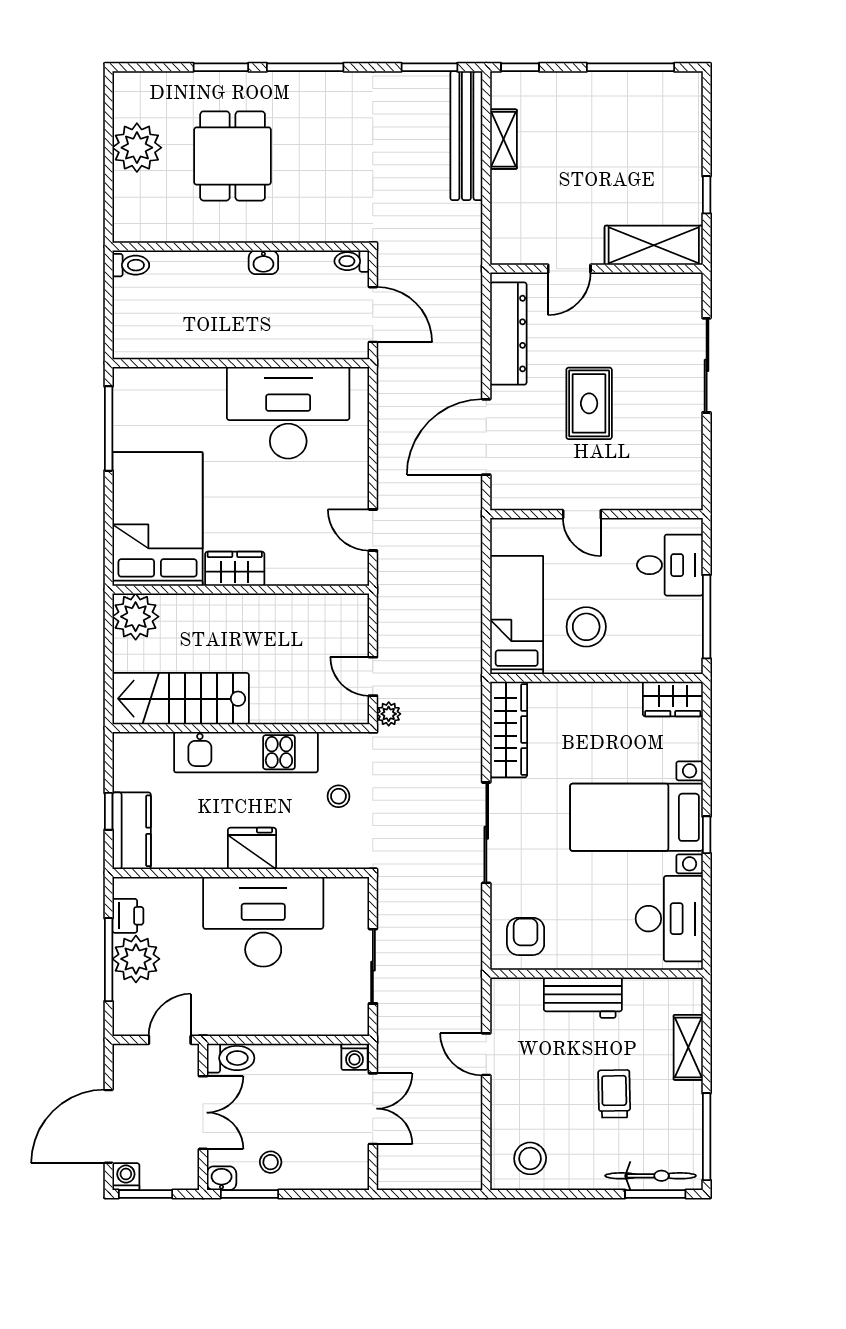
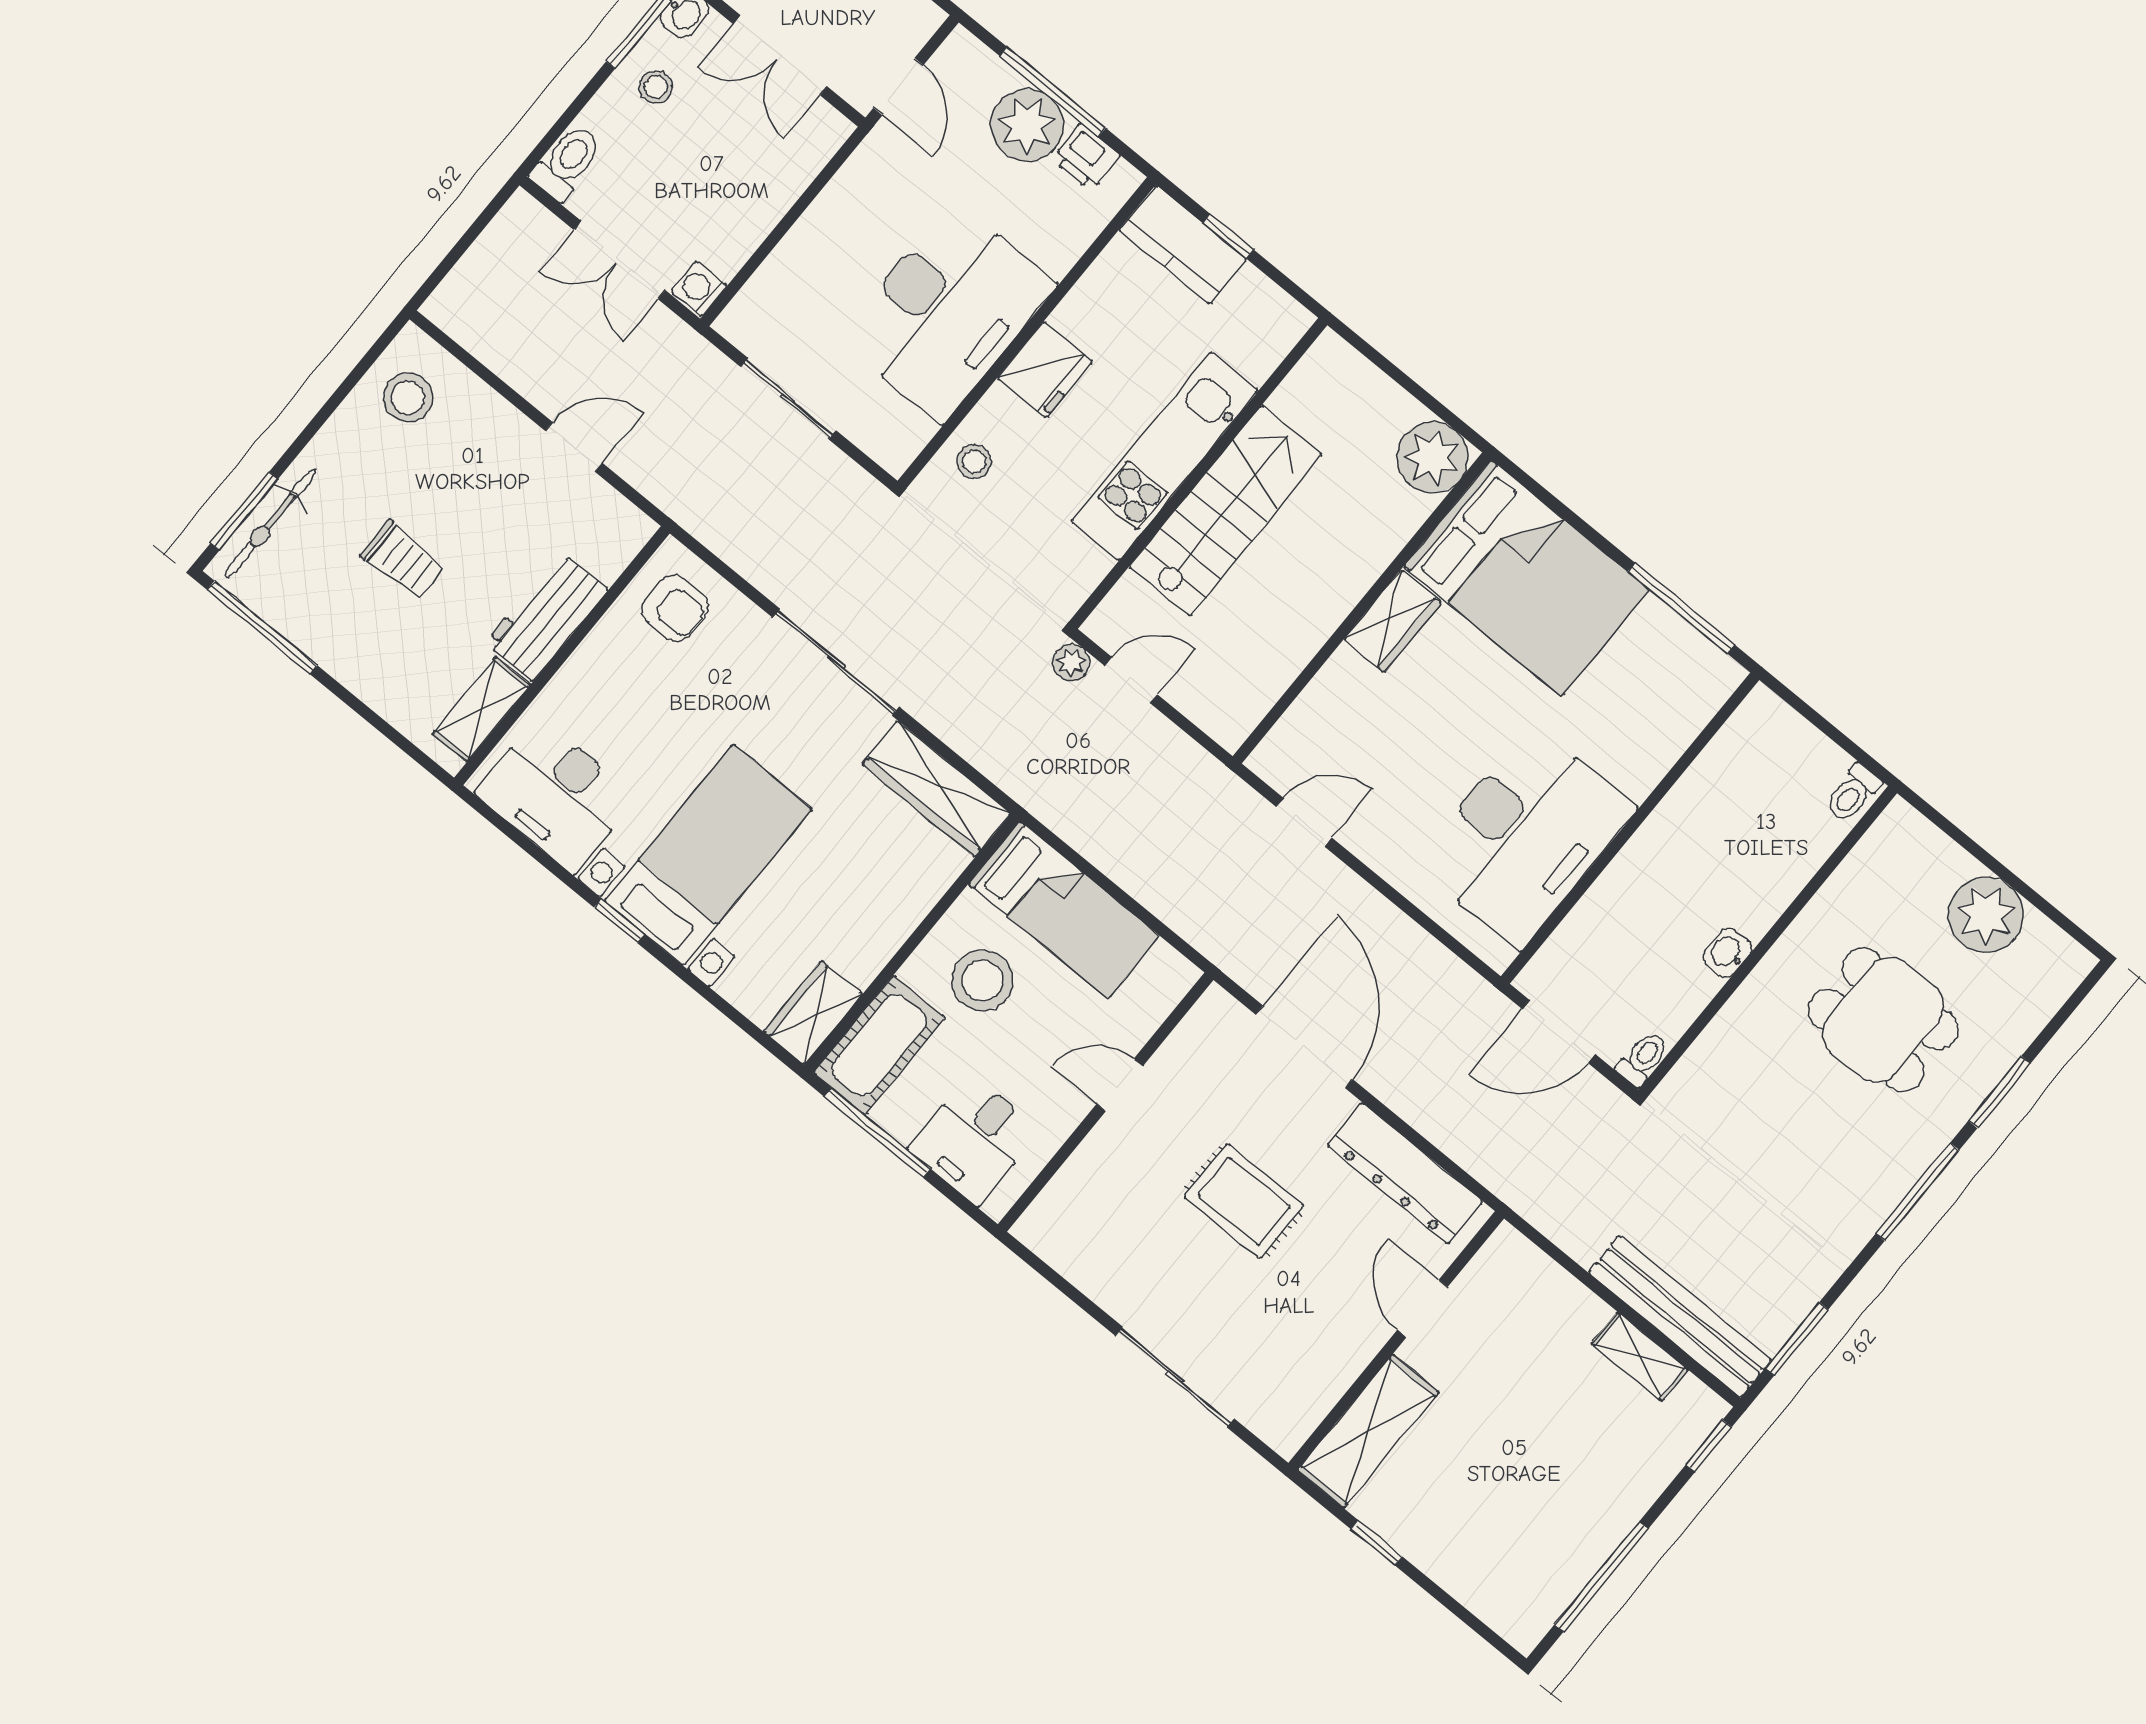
cot: (662, 652) -> (879, 1045), added
stairs: (181, 699) -> (1226, 511), moved
stool: (338, 796) -> (974, 461), moved
shelving: (688, 1047) -> (482, 709), moved, turned 90
toilet: (231, 1058) -> (567, 162), moved, turned 180

